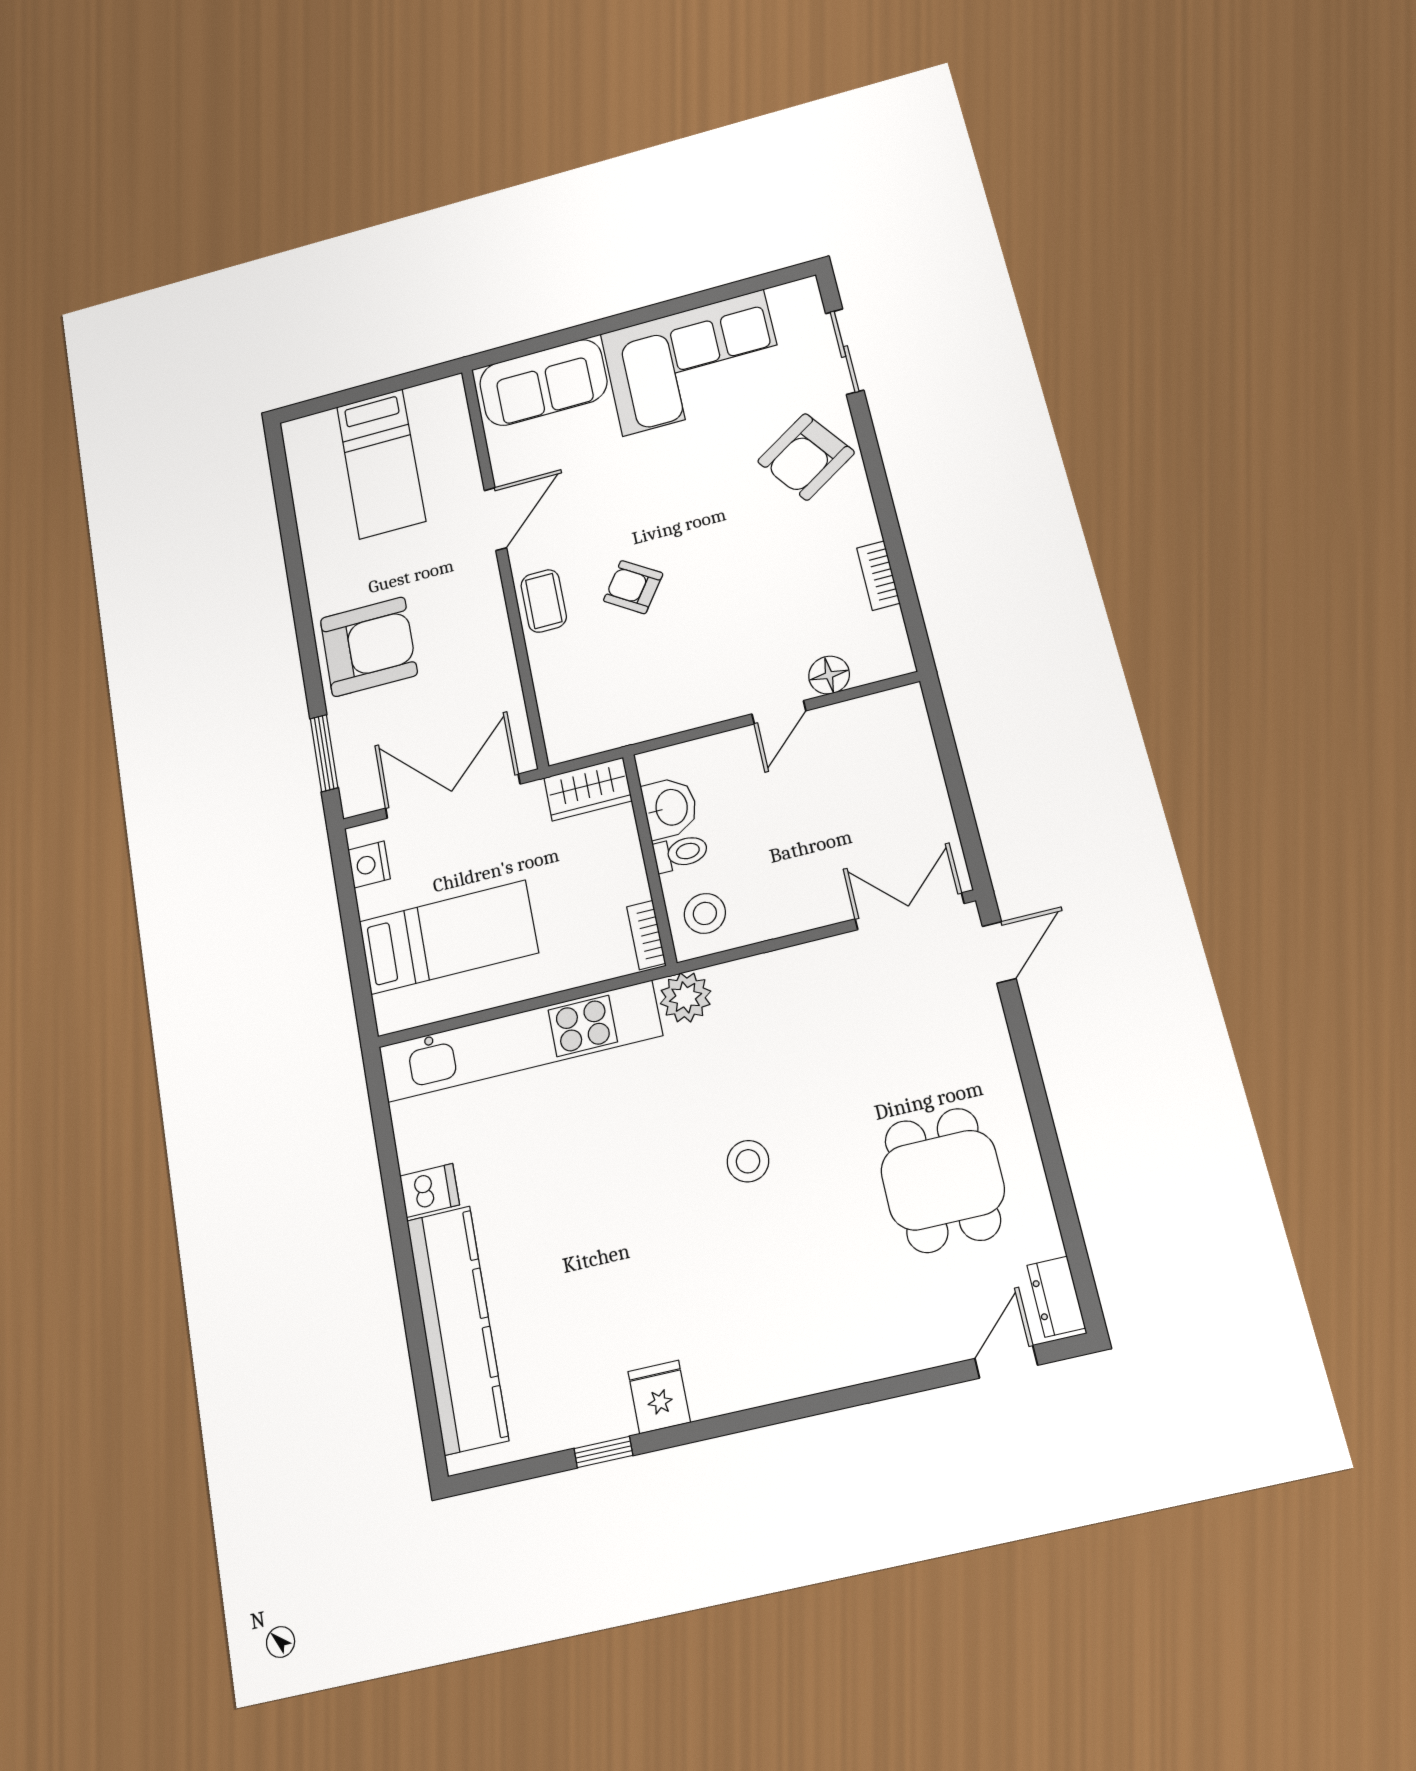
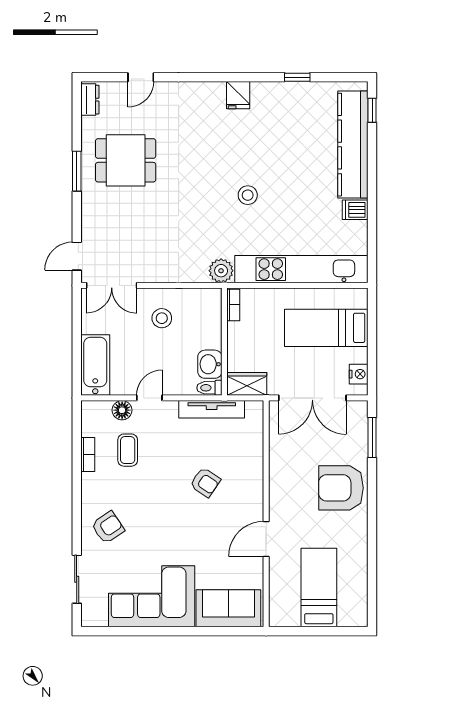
armchair: (806, 457) -> (108, 527), width x0.72, depth x0.72
coffee table: (544, 601) -> (128, 450), moved
tv unit: (648, 723) -> (212, 409), added
bathtub: (905, 746) -> (95, 365), added
toilet: (681, 853) -> (209, 388), moved
stool: (705, 913) -> (162, 318), moved
window: (1045, 1132) -> (77, 171), added
stool: (748, 1161) -> (248, 195), moved
dining table: (943, 1180) -> (126, 160), turned 90
door: (1006, 1362) -> (141, 77), moved
fridge: (659, 1397) -> (238, 95), moved
window: (428, 1414) -> (372, 110), added

